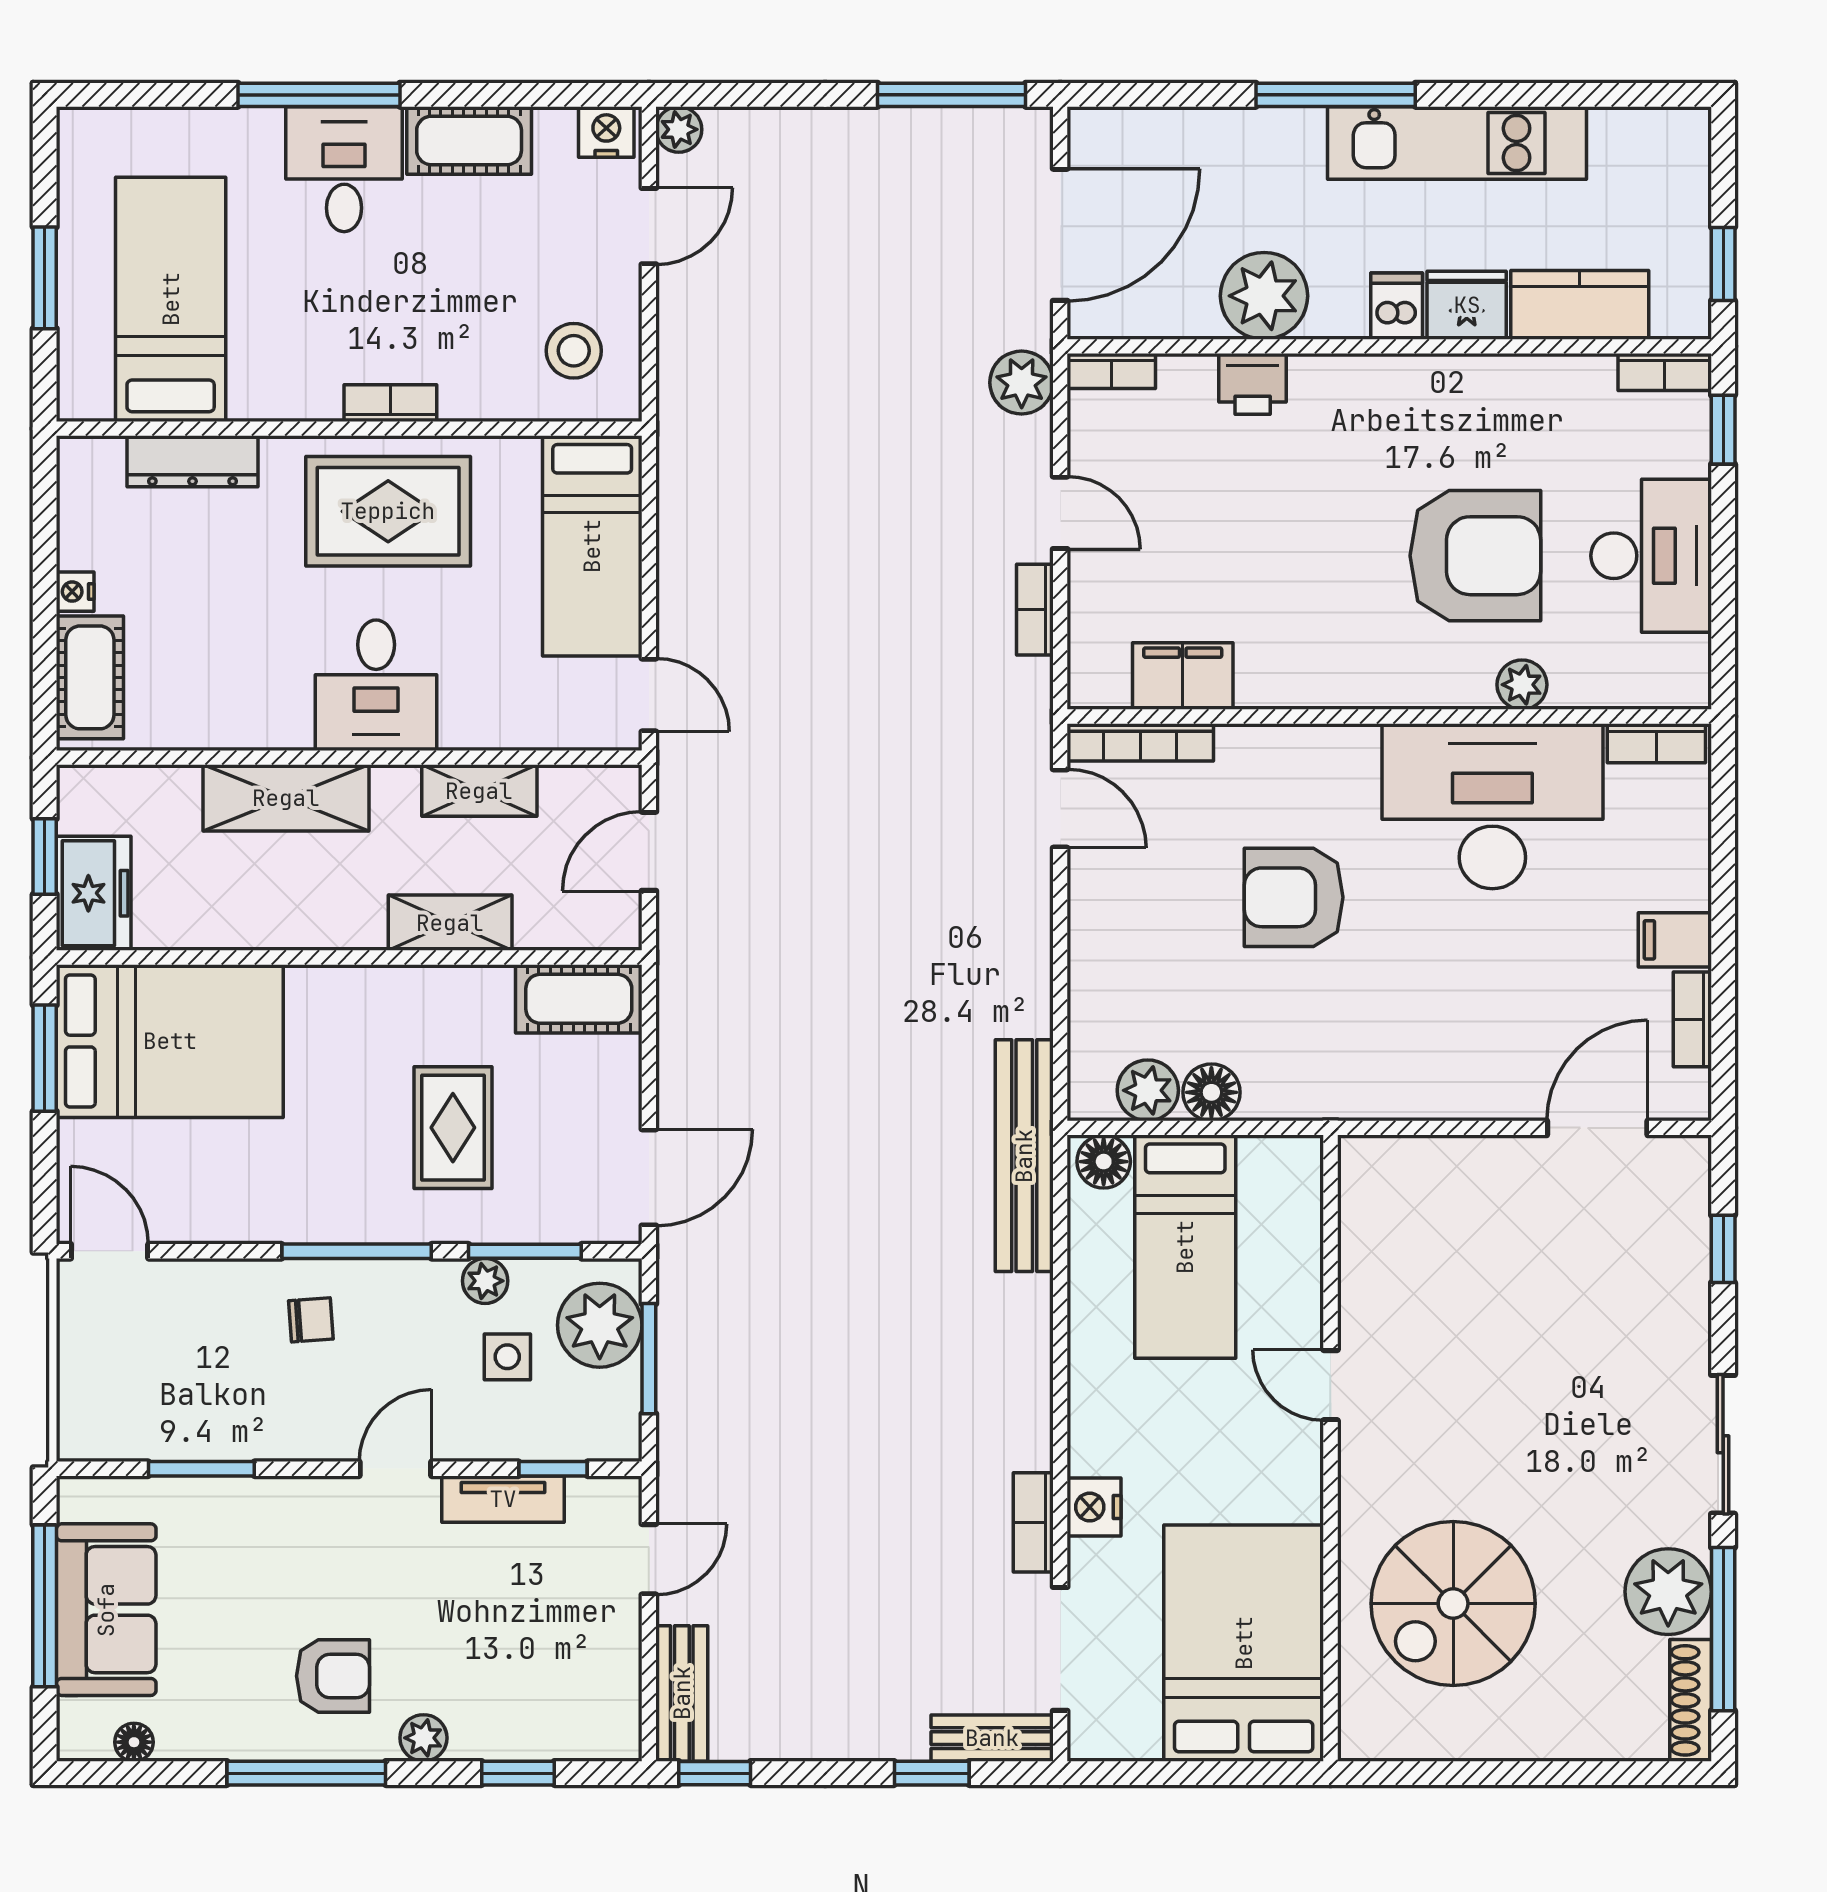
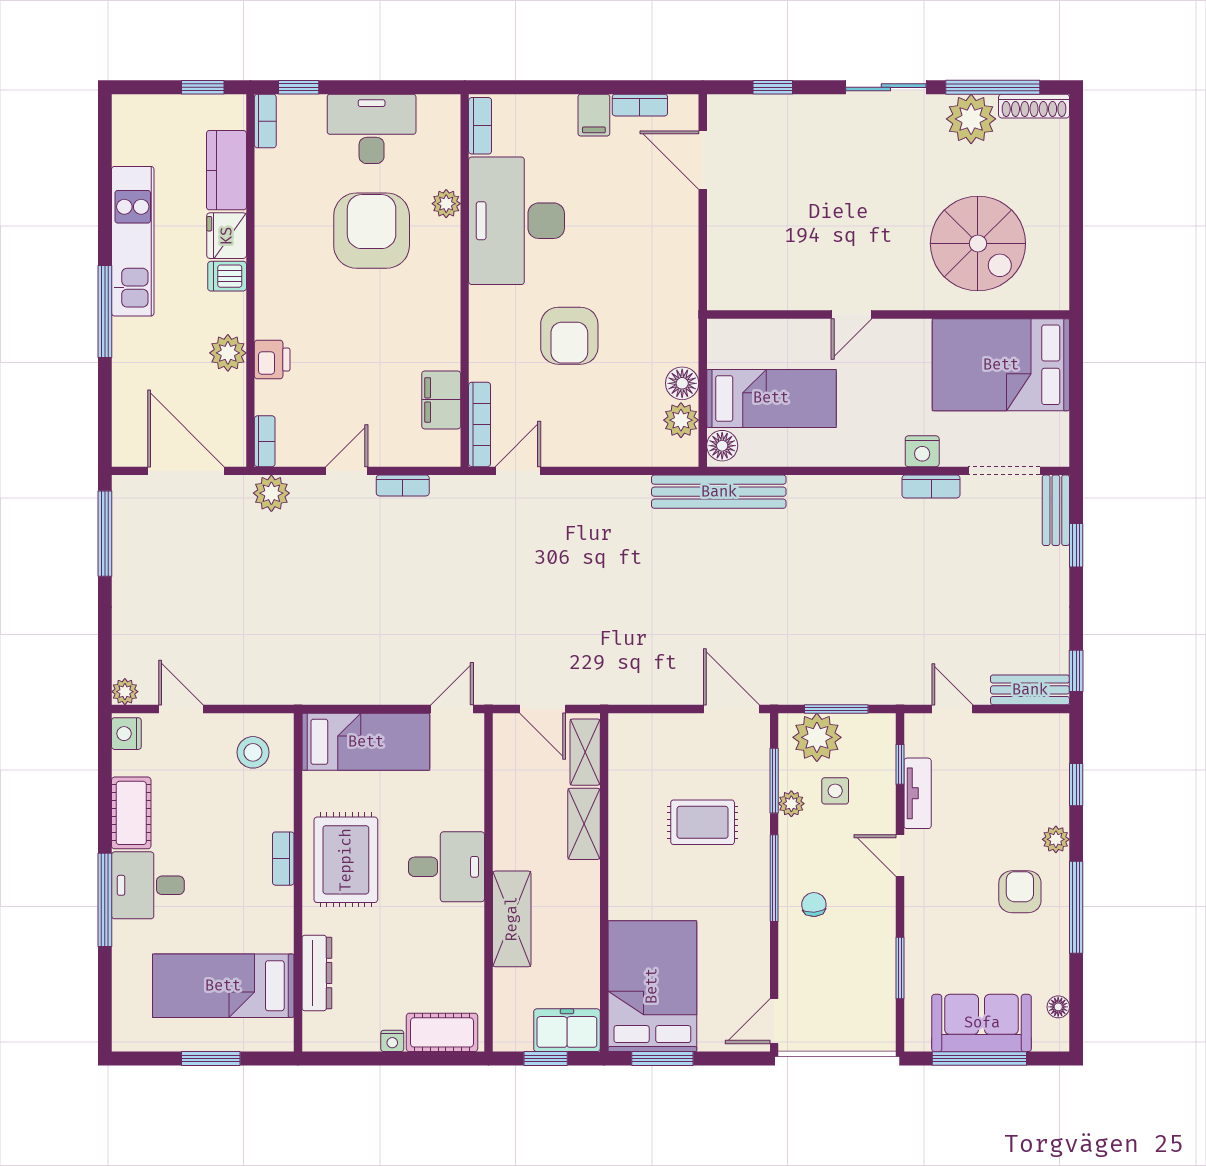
plant: (1264, 296) -> (228, 353), width x0.73, depth x0.73
shelving: (479, 791) -> (585, 752), moved
cot: (579, 999) -> (628, 749), removed

